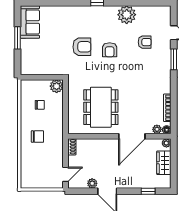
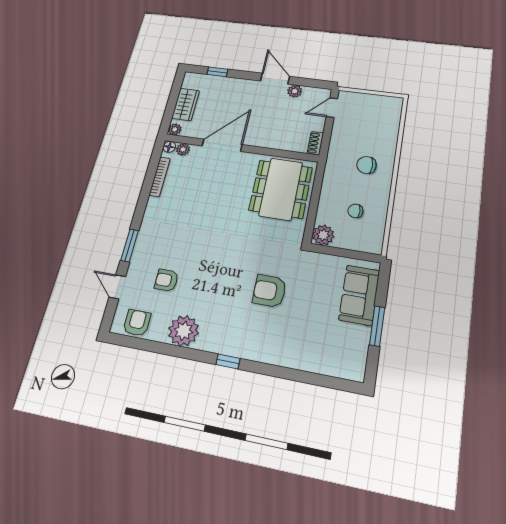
sofa: (30, 22) -> (359, 295), moved
armchair: (110, 50) -> (137, 323), moved
dining table: (101, 107) -> (281, 189), moved

